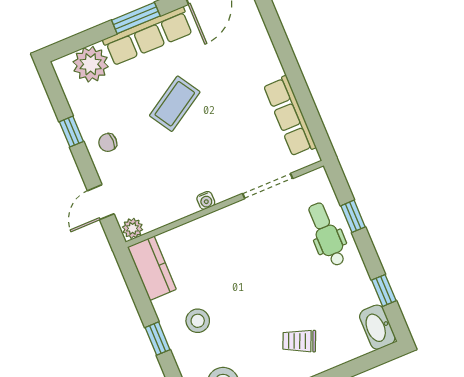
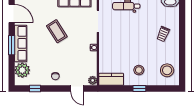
coffee table: (175, 104) -> (57, 31), moved
window: (71, 132) -> (35, 88), moved

